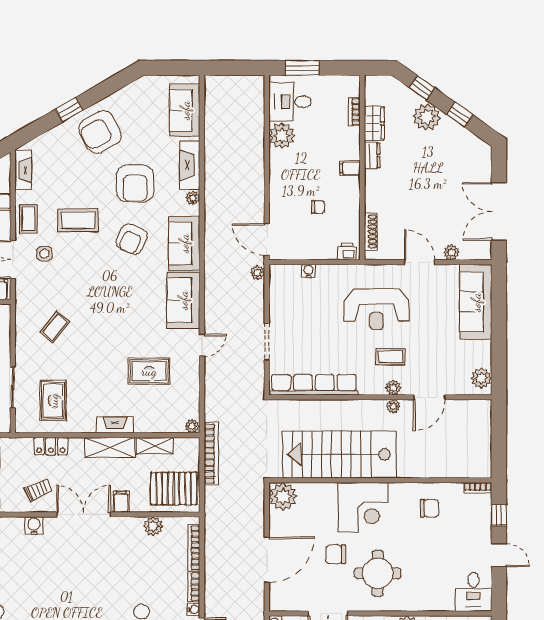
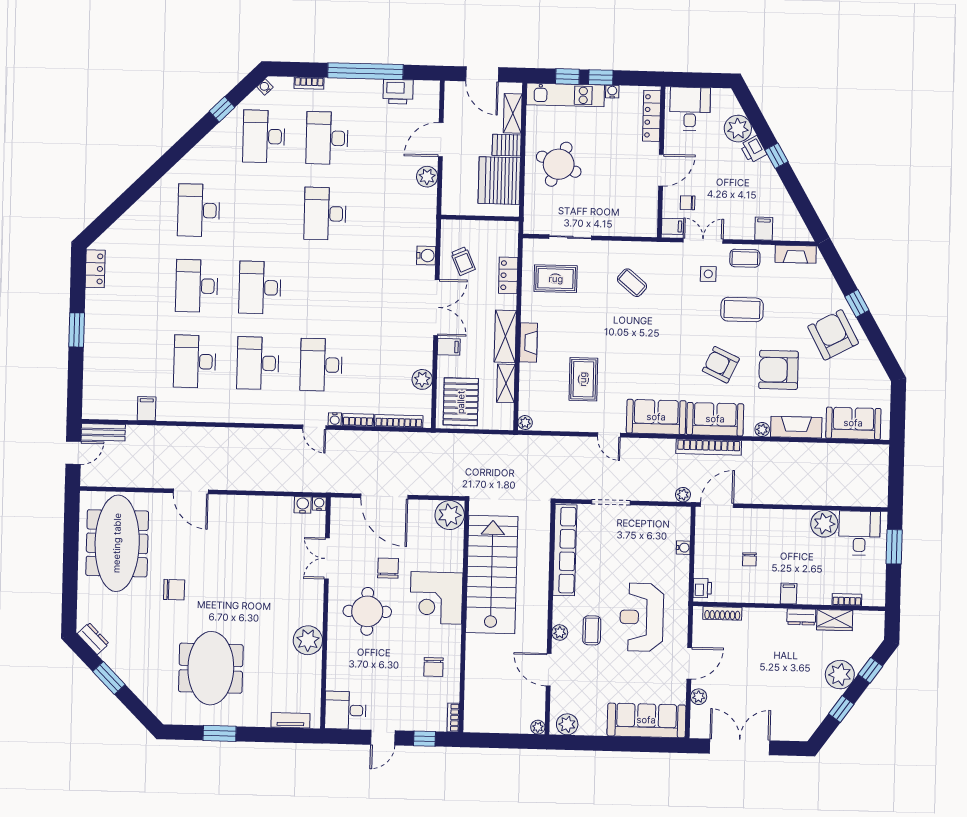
coffee table: (78, 220) -> (742, 310), turned 90
plant: (393, 406) -> (538, 727), moved
bookcase: (211, 453) -> (709, 447), moved

